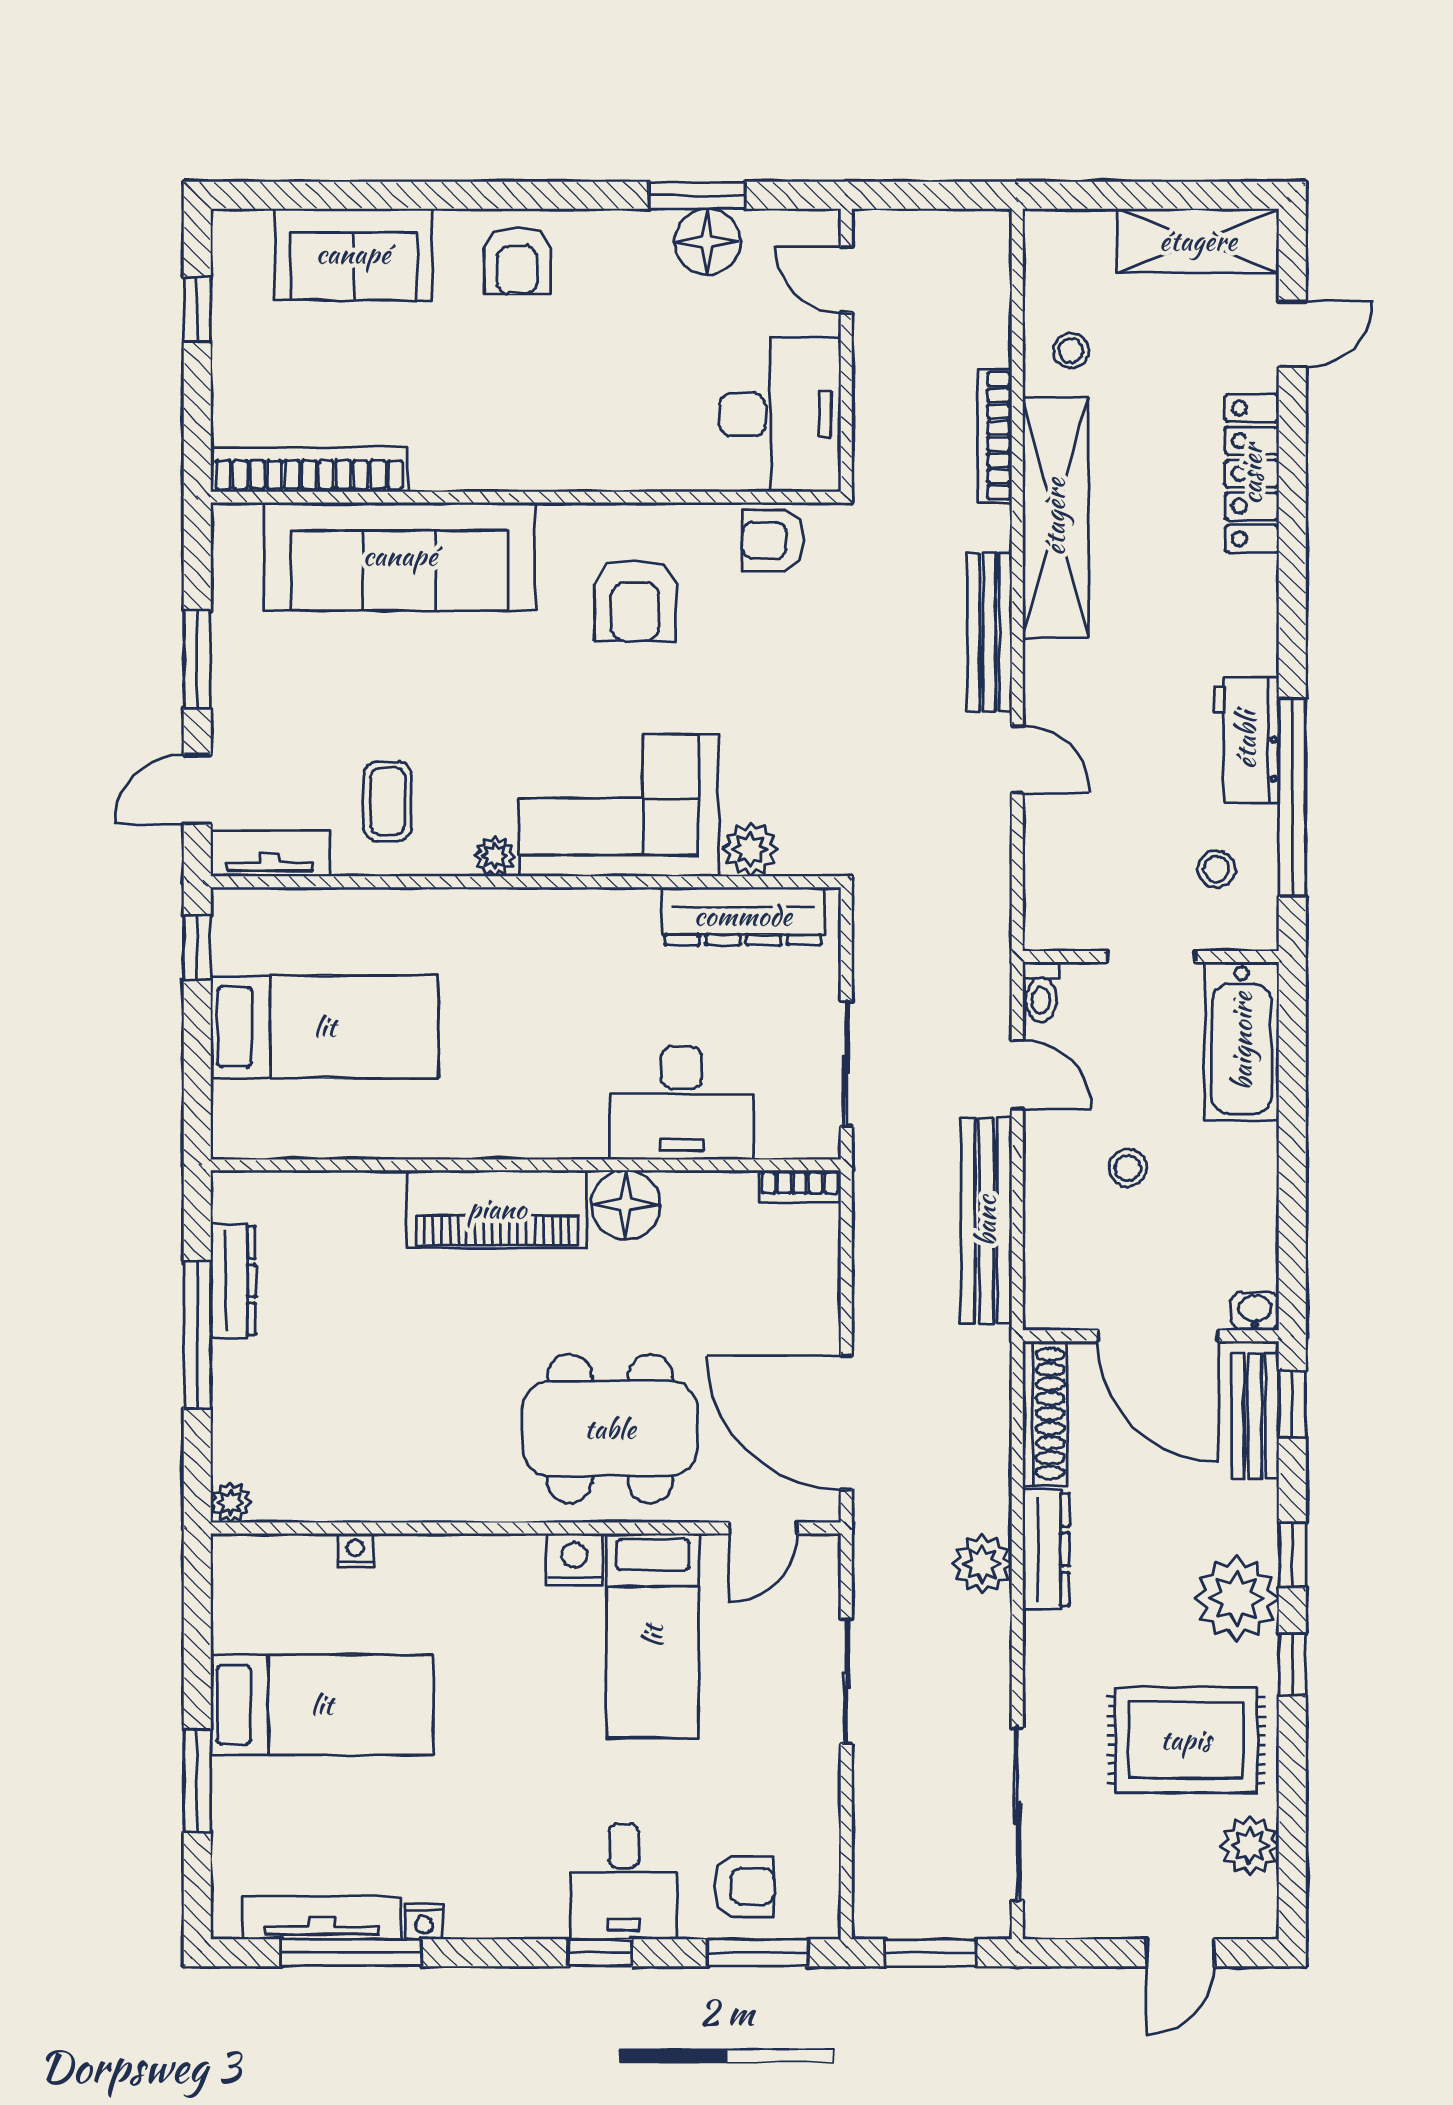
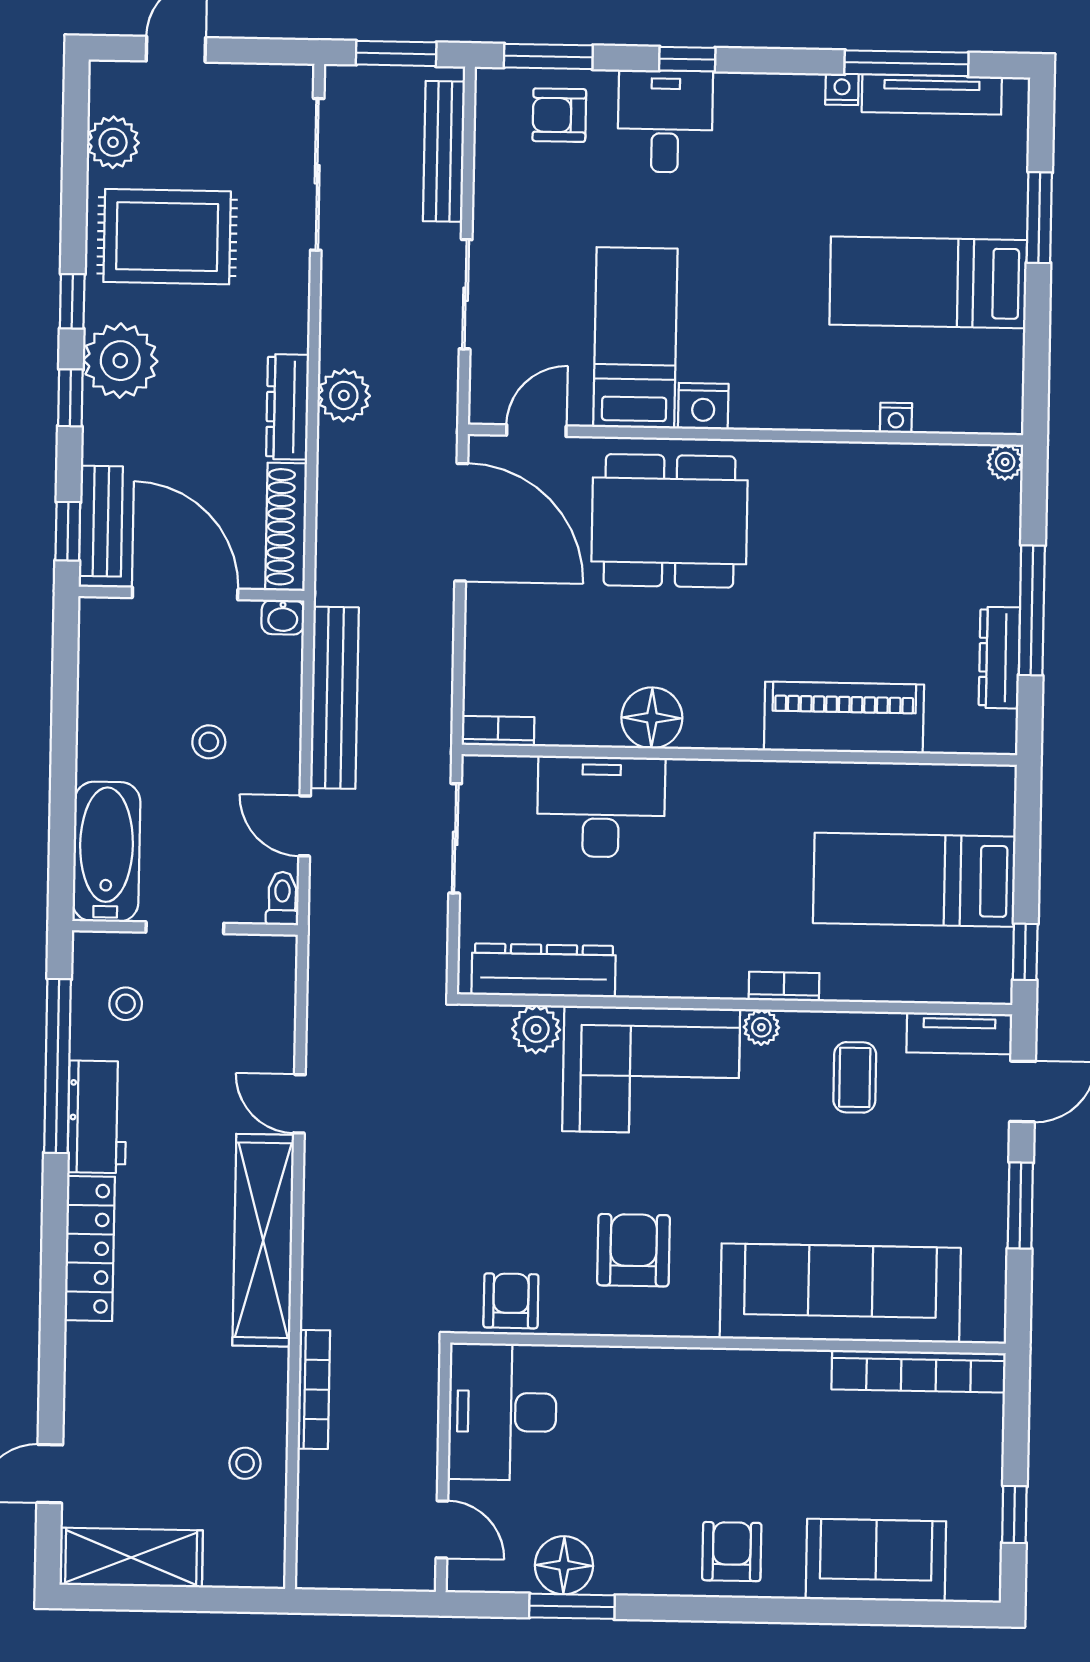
locker: (1252, 474) -> (90, 1249), moved
shelving: (1055, 517) -> (263, 1240), moved
armchair: (773, 540) -> (511, 1301), turned -90
bench: (990, 632) -> (444, 151), moved
bookcase: (470, 903) -> (784, 986), added
piano: (497, 1209) -> (844, 718), moved
washbasin: (1255, 1311) -> (283, 617), moved

